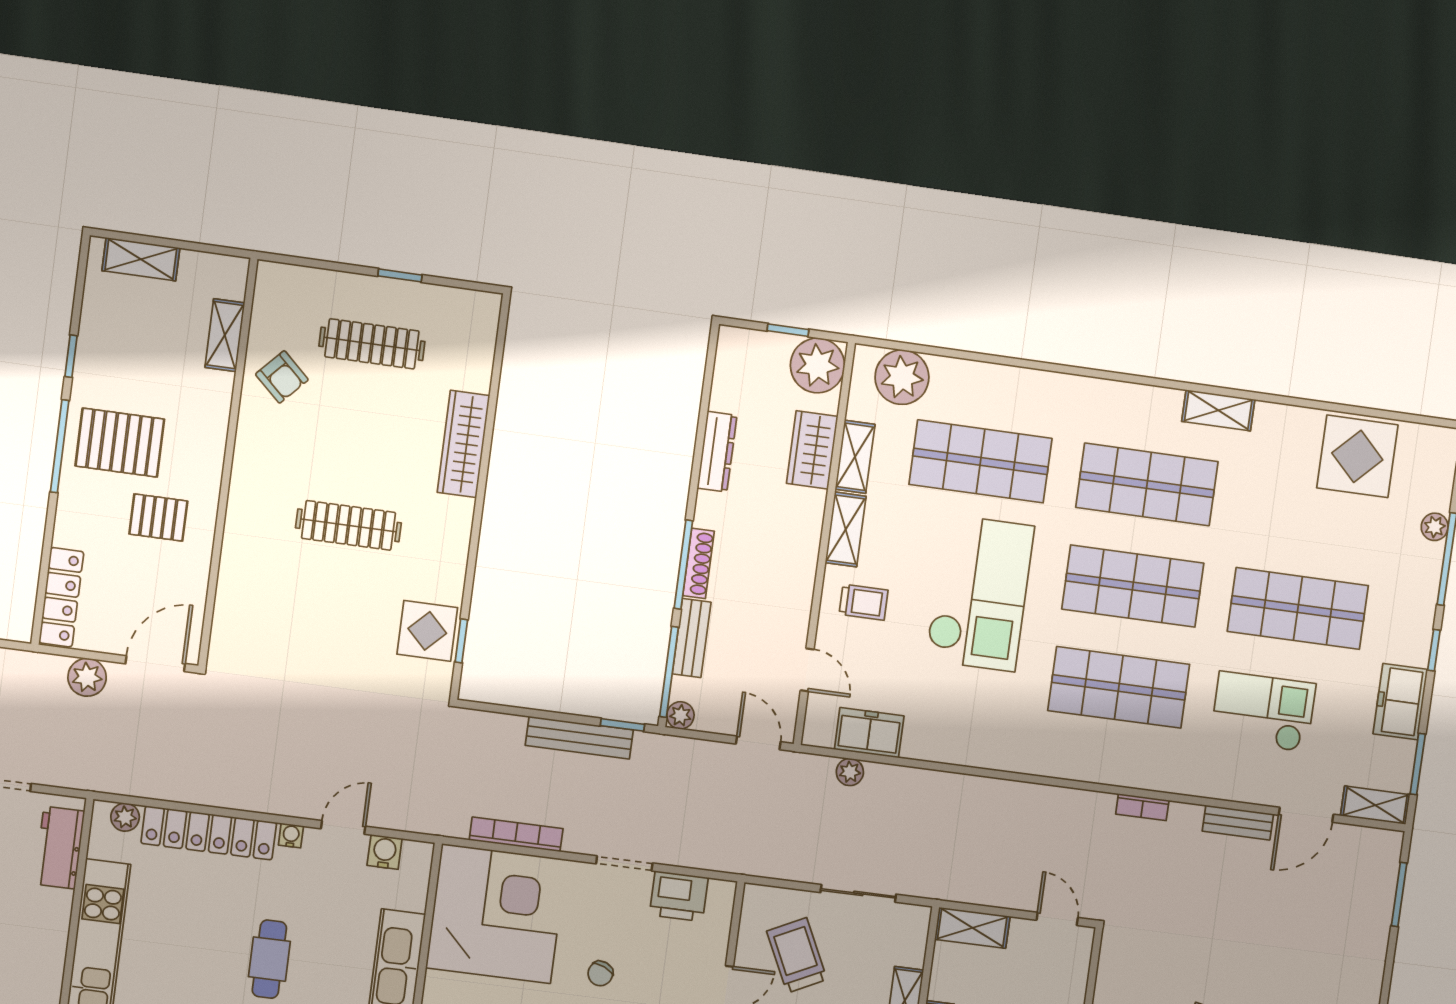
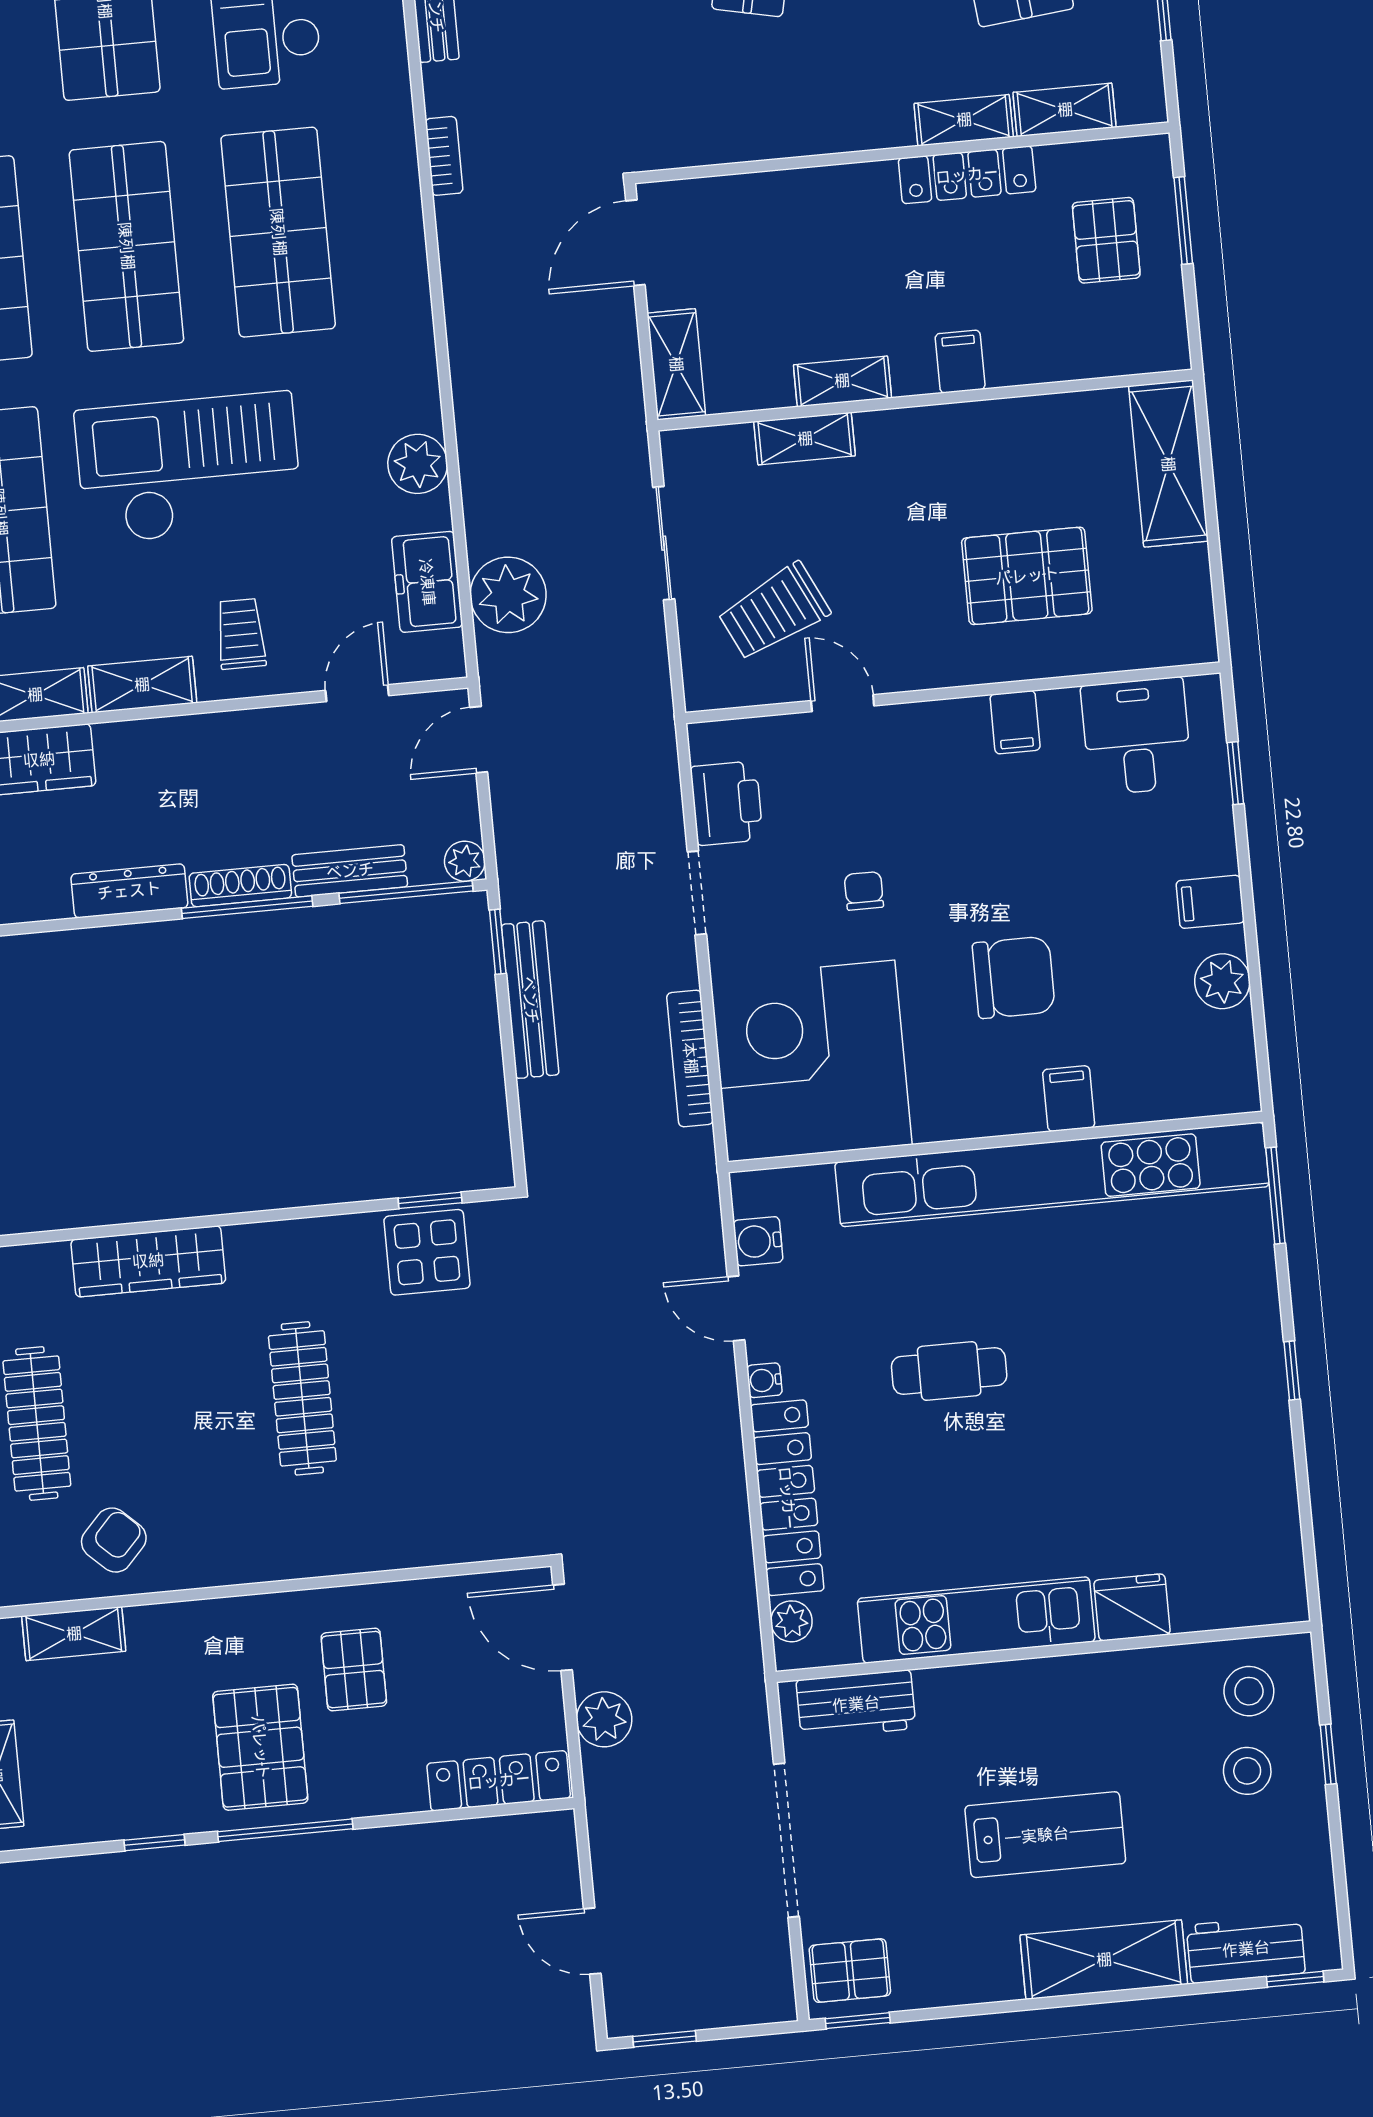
dresser: (717, 452) -> (129, 891), moved
plant: (947, 744) -> (418, 464), added
plant: (850, 772) -> (508, 595), width x1.88, depth x1.88
door: (1057, 919) -> (635, 243), width x1.38
chair: (600, 974) -> (864, 891), turned -113

